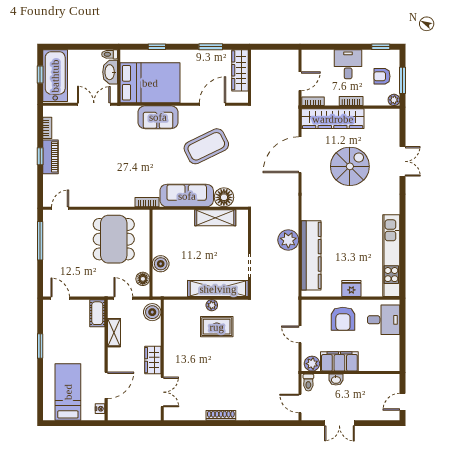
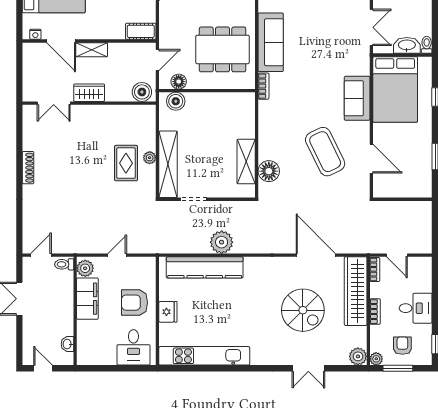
wardrobe: (240, 70) -> (409, 189), removed
plant: (392, 116) -> (358, 356), added
sofa: (187, 196) -> (271, 42), moved
boiler: (161, 264) -> (176, 101), moved
shelving: (114, 333) -> (92, 50), moved
washbasin: (336, 380) -> (67, 344), moved

